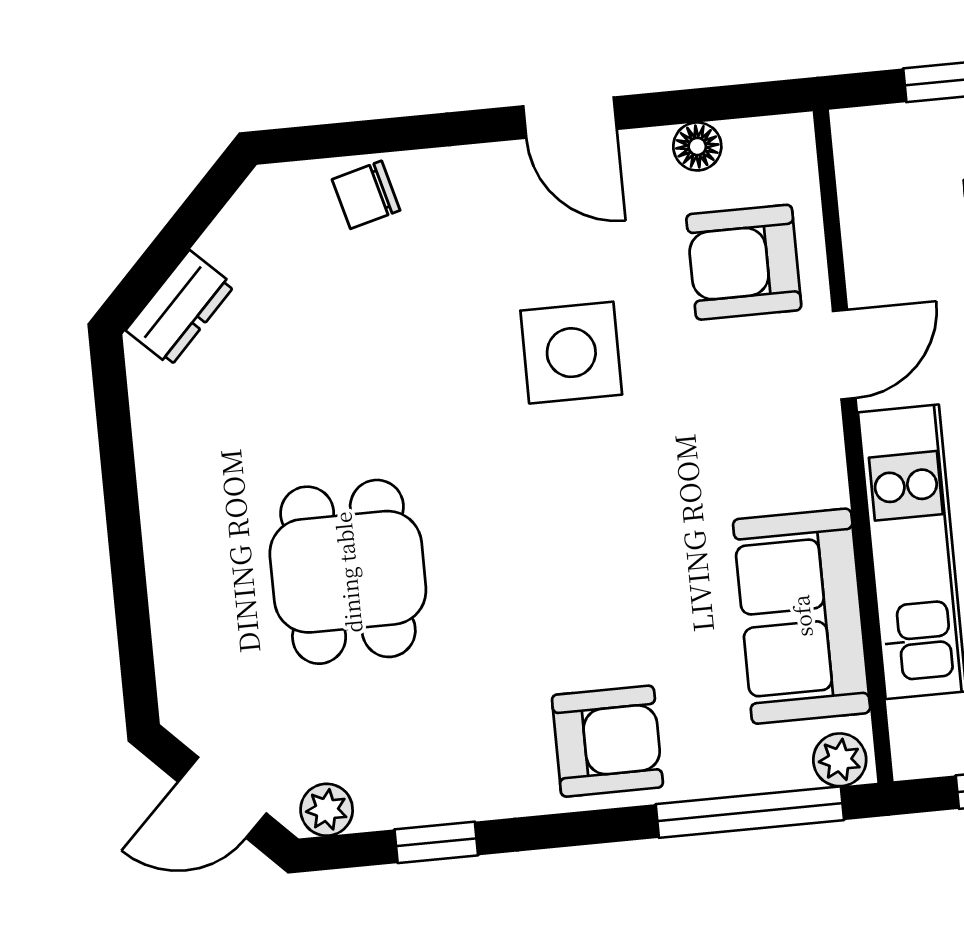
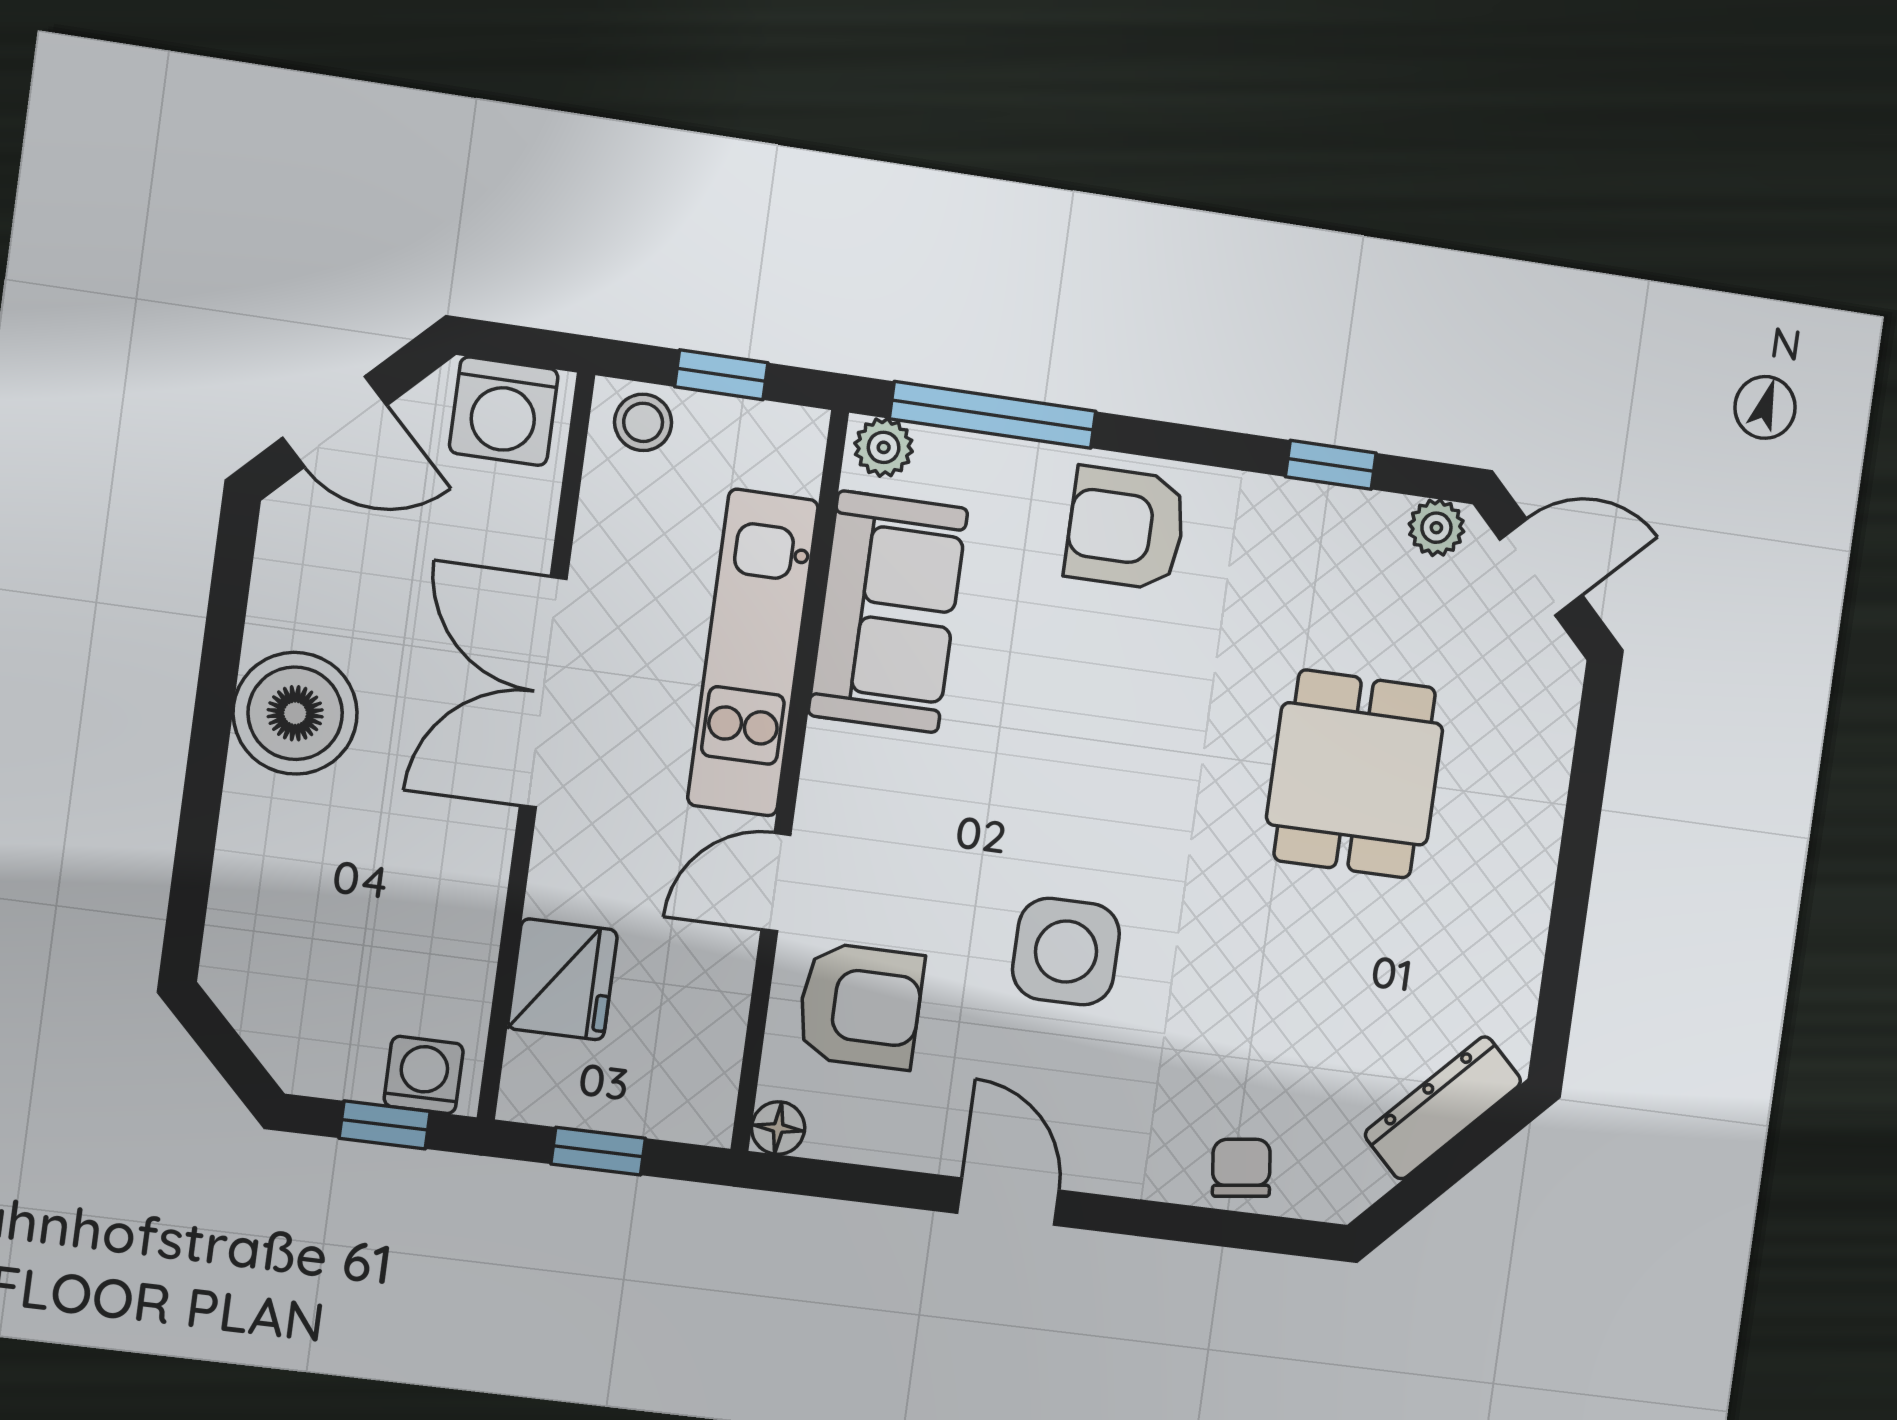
floor lamp: (697, 146) -> (778, 1128), moved
chair: (366, 195) -> (1241, 1168), turned -82
dresser: (180, 308) -> (1443, 1108), width x1.44

